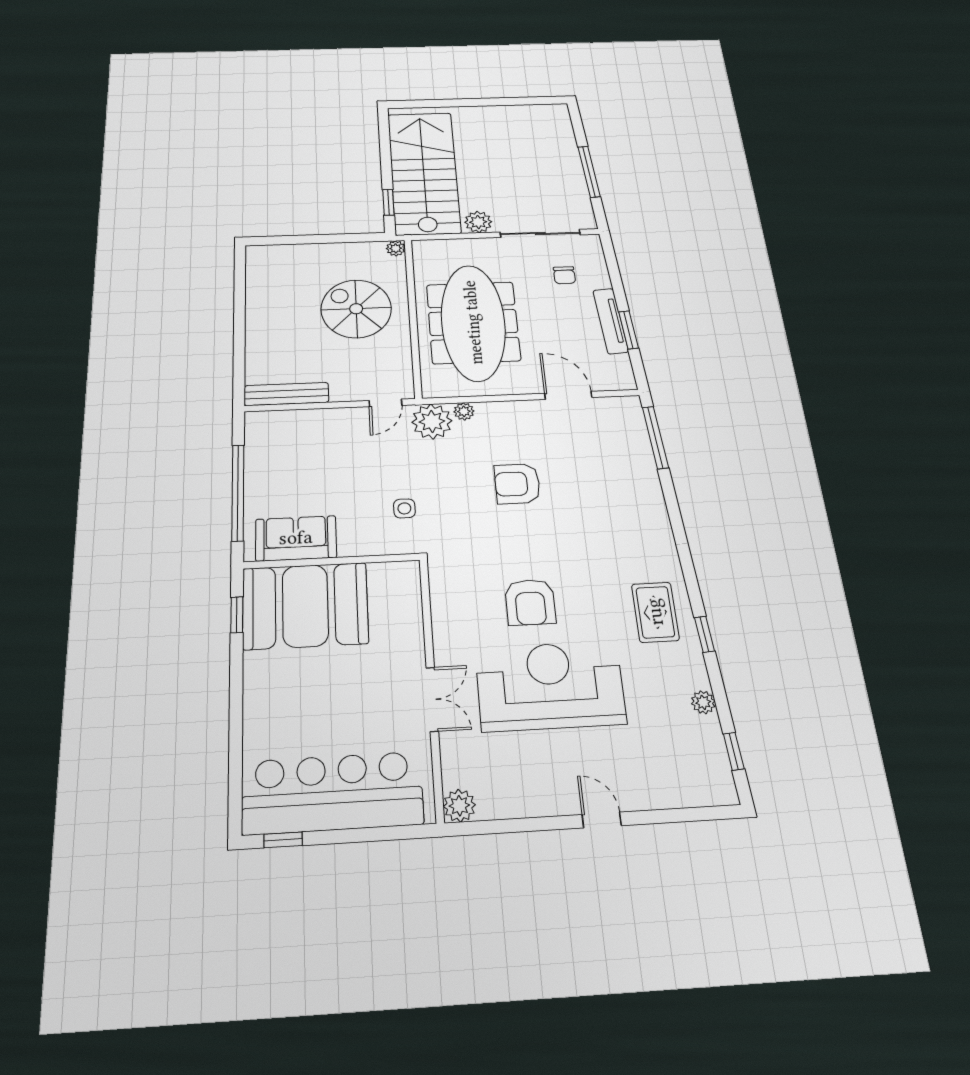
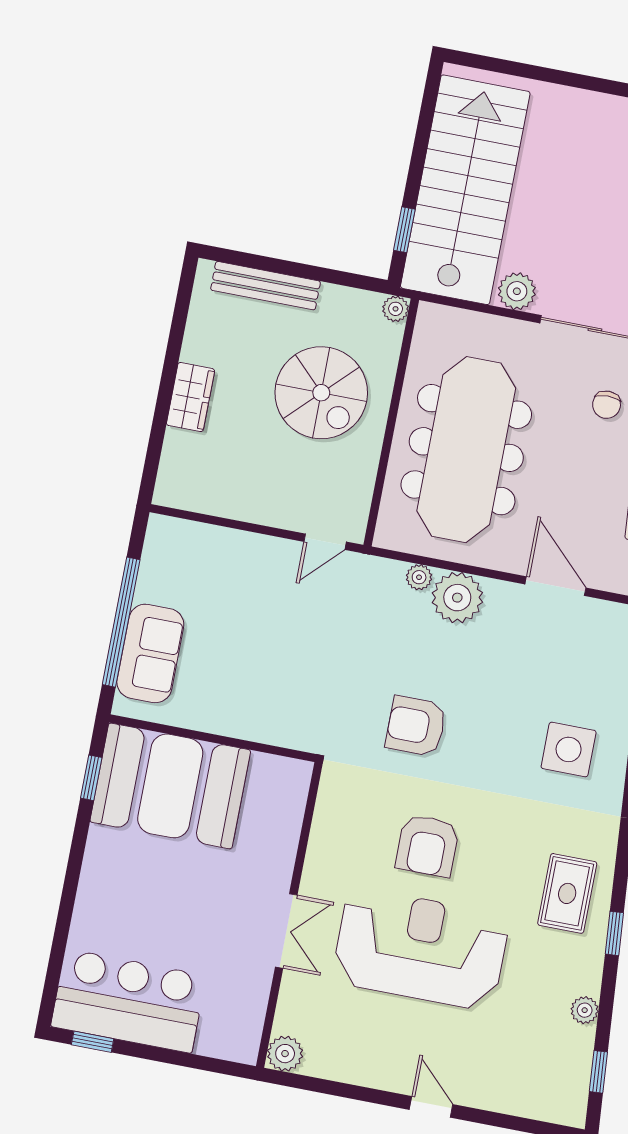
spiral stairs: (356, 309) -> (321, 393), turned 180
wardrobe: (259, 331) -> (191, 397), added
bench: (286, 394) -> (266, 286), moved
plant: (432, 422) -> (457, 598), moved
armchair: (517, 484) -> (416, 726), moved
side table: (404, 508) -> (569, 749), moved, width x1.87, depth x1.87
sofa: (296, 538) -> (150, 653), moved, turned 90
bar counter: (332, 793) -> (128, 1001), width x0.73

